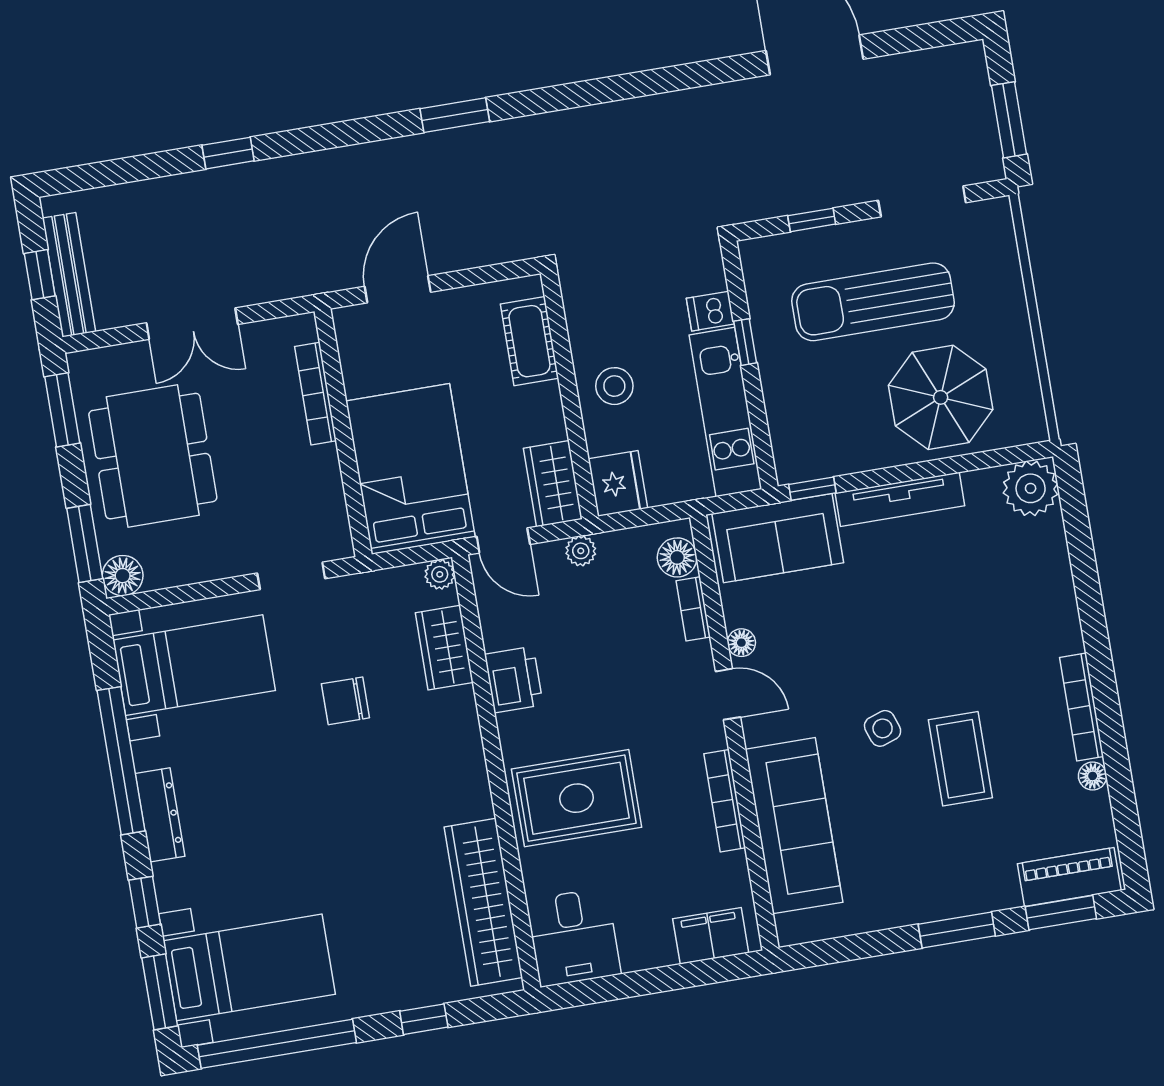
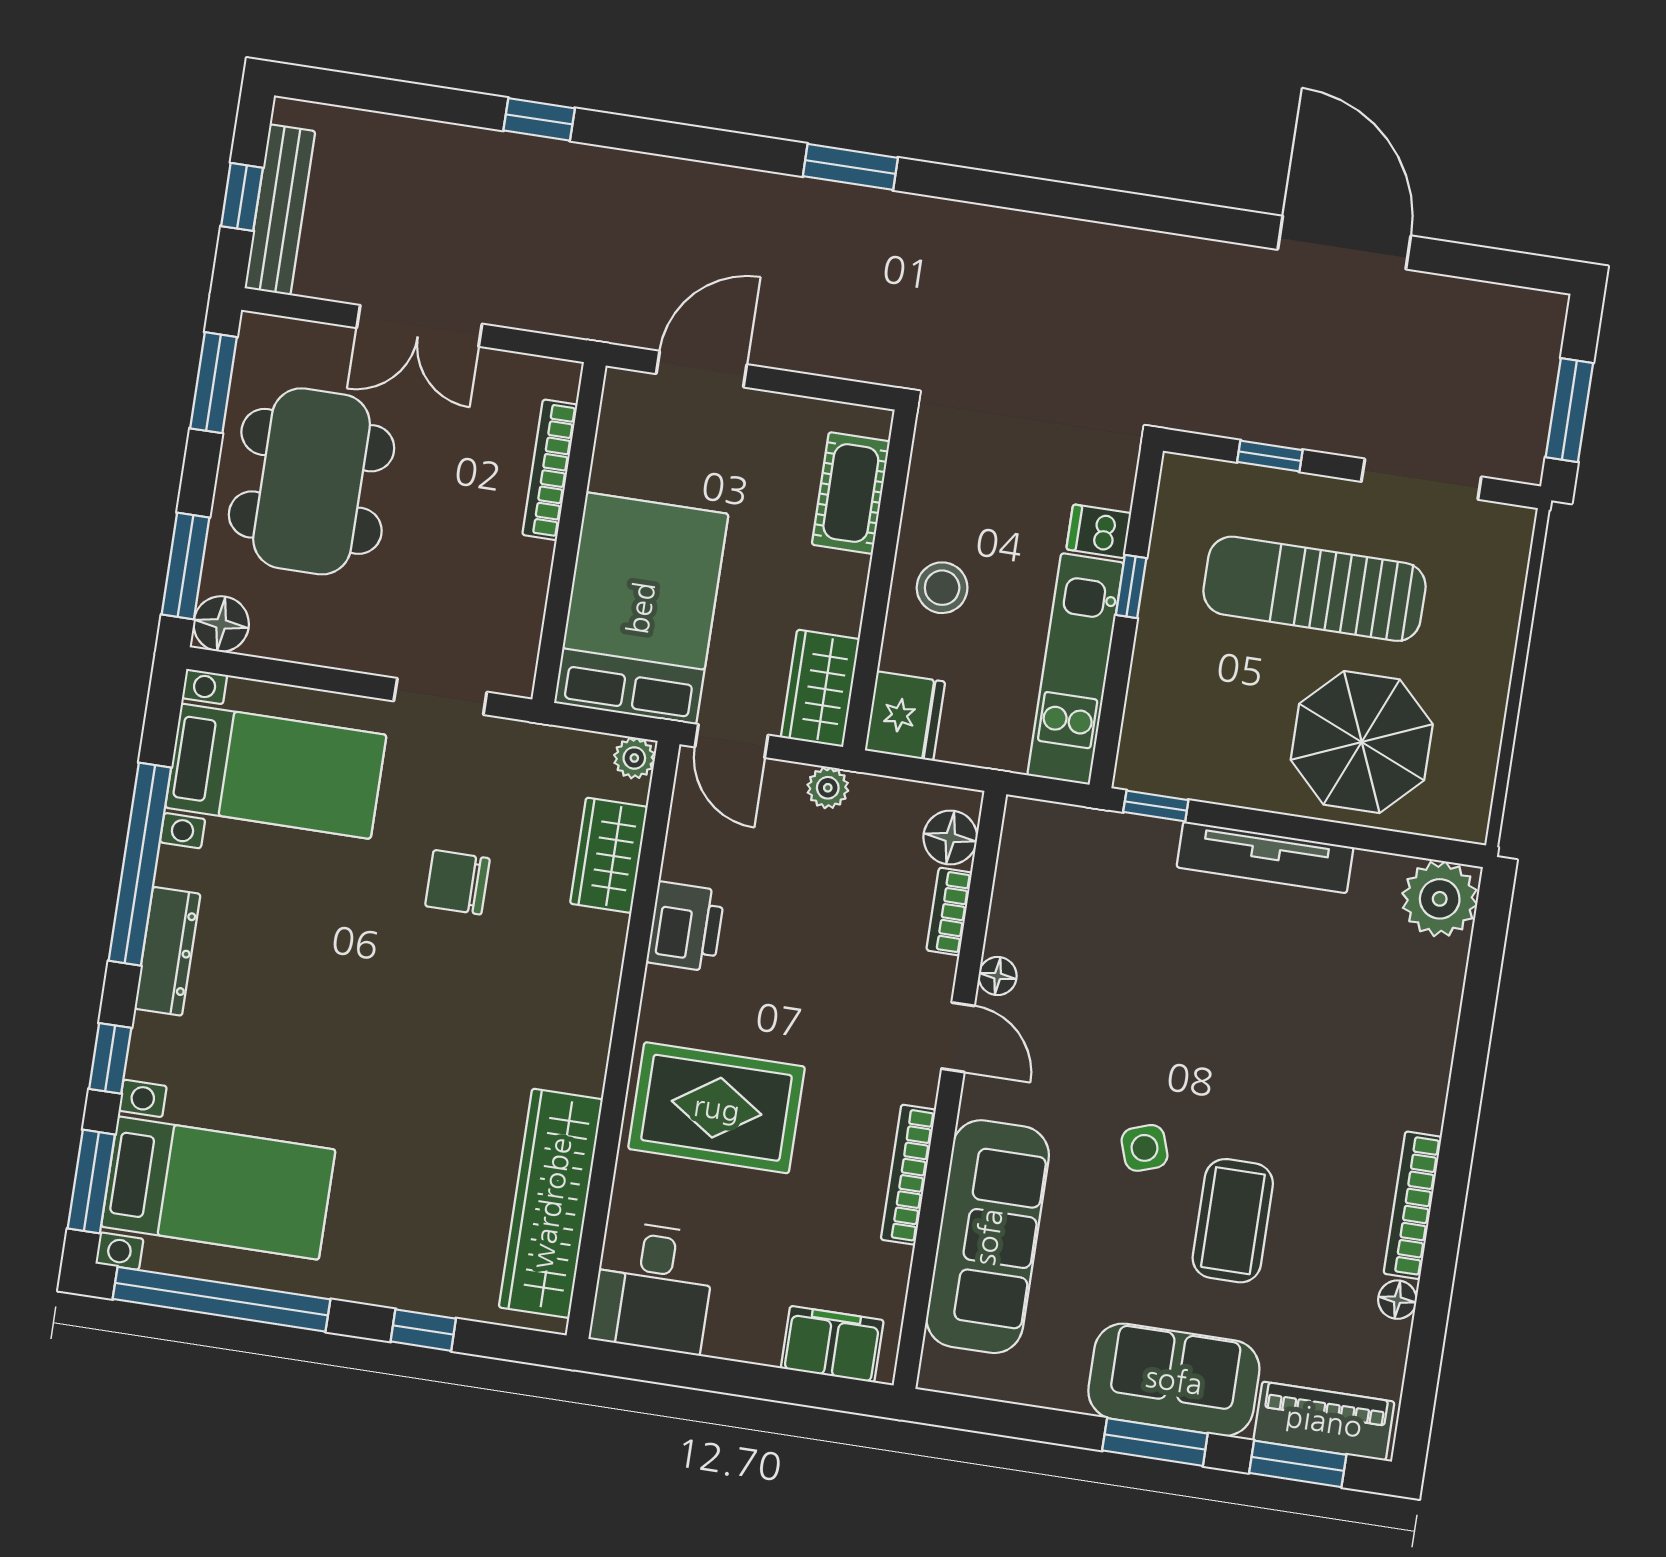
sofa: (778, 538) -> (1174, 1380), moved, turned 180

